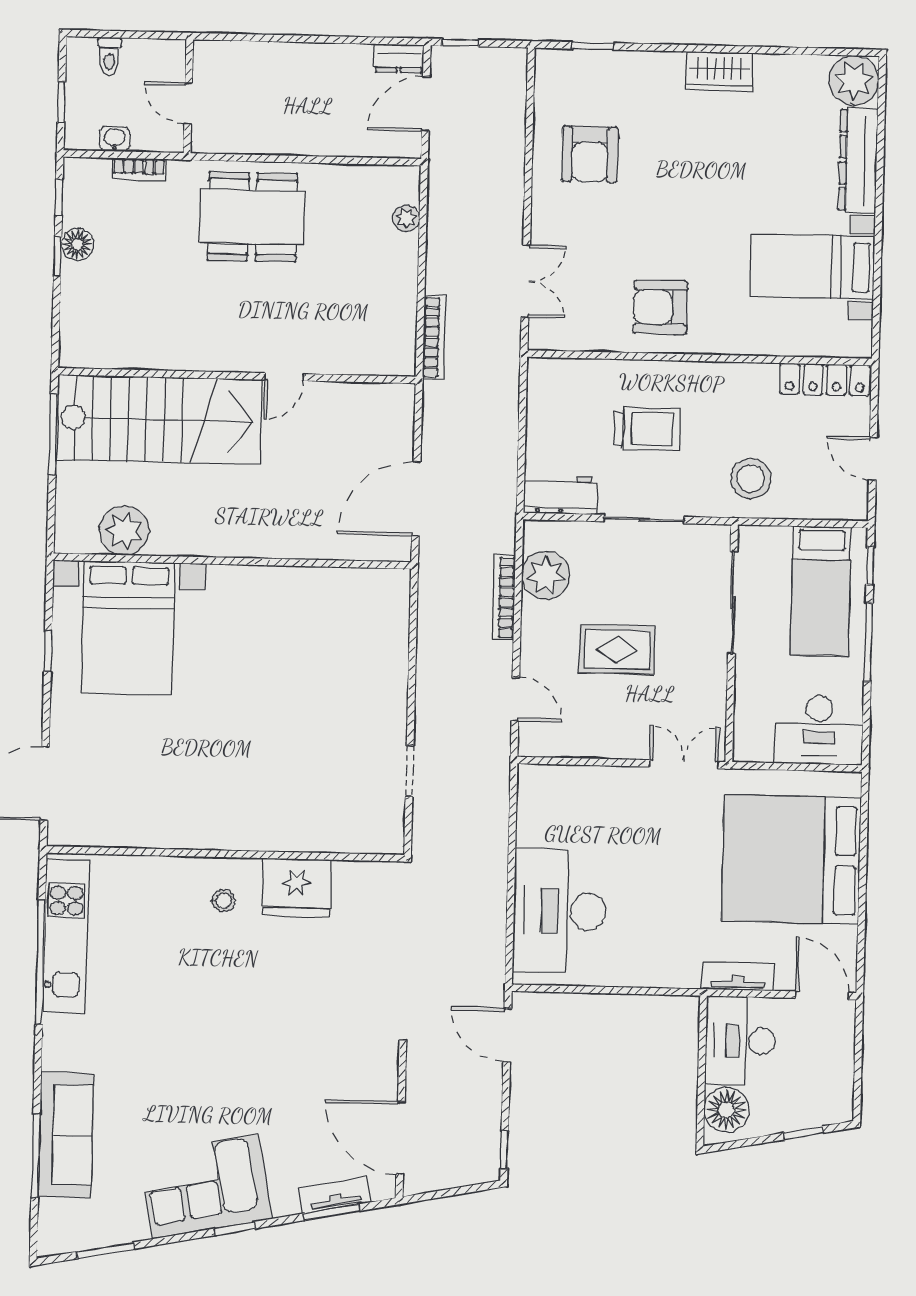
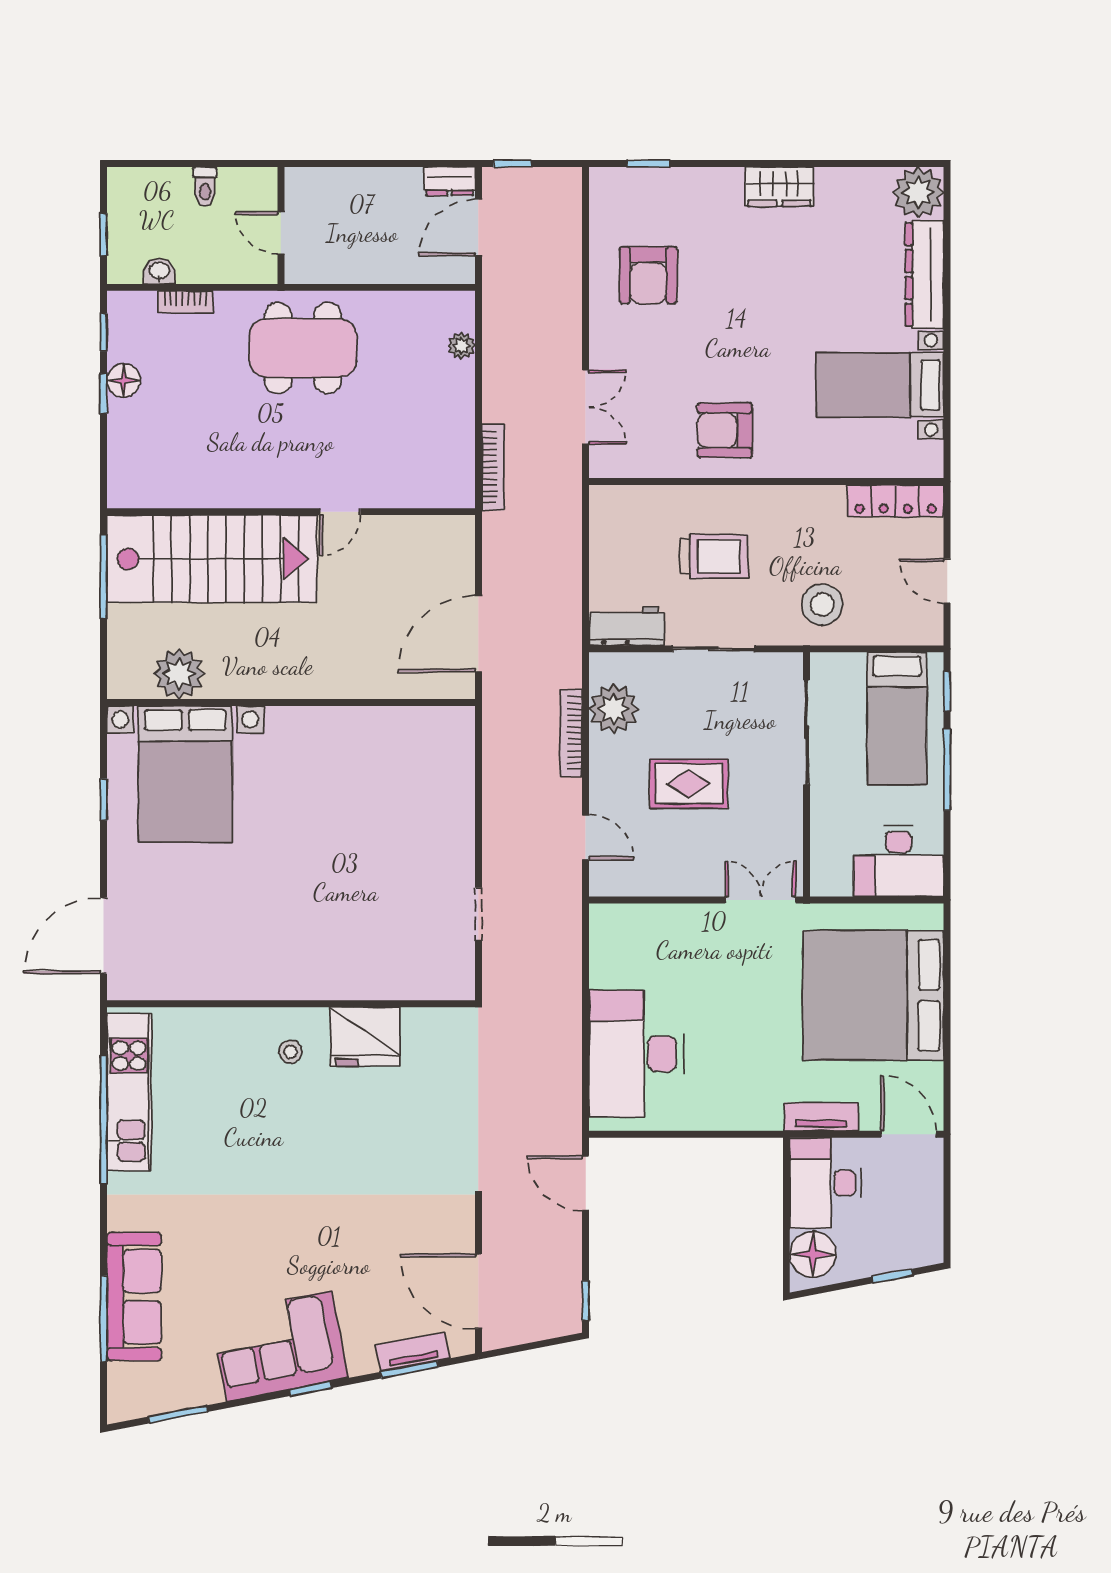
toilet: (109, 56) -> (205, 186), moved
wall: (188, 96) -> (281, 225), moved
door: (188, 104) -> (281, 233), moved

